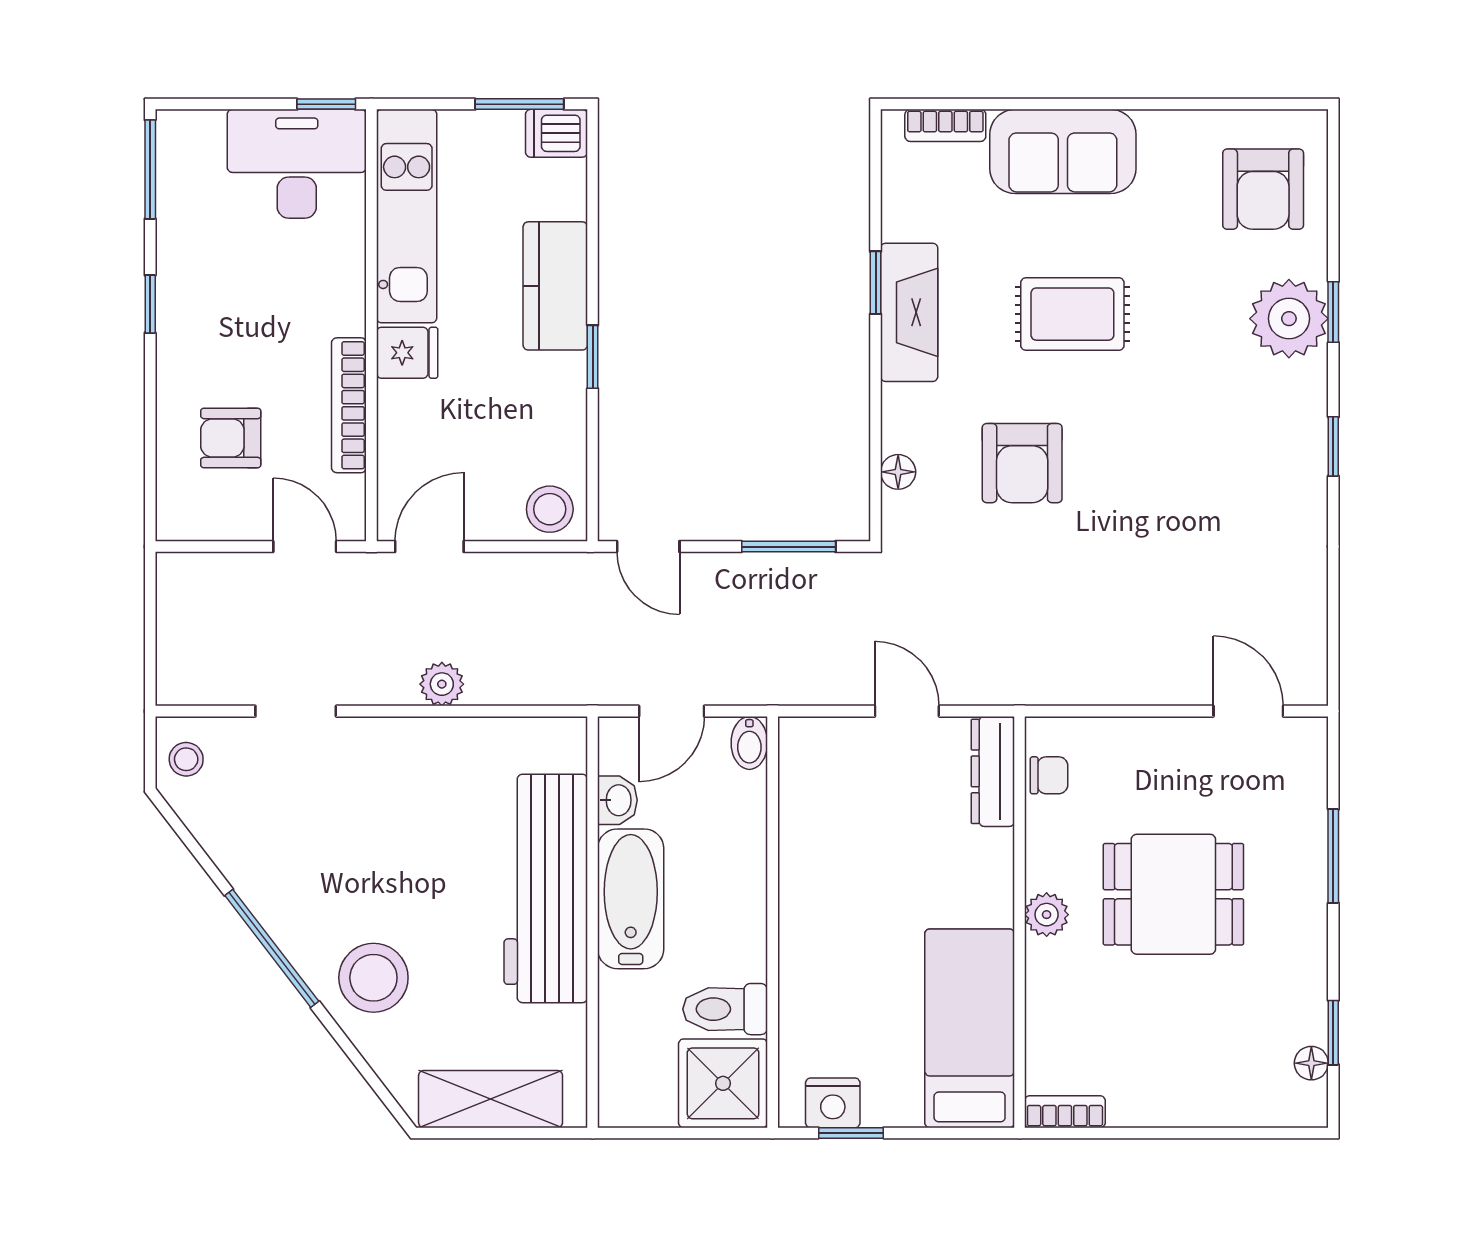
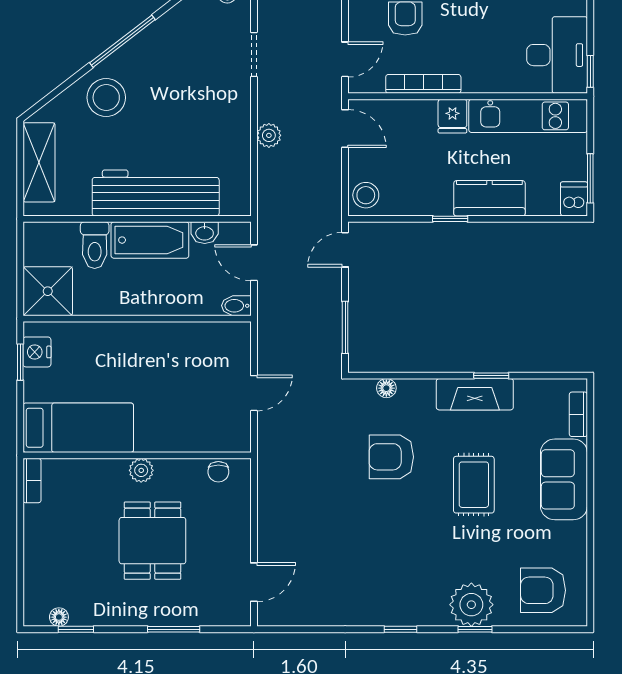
dresser: (993, 771) -> (221, 441), removed
toilet: (725, 1009) -> (95, 245), moved, turned 180

